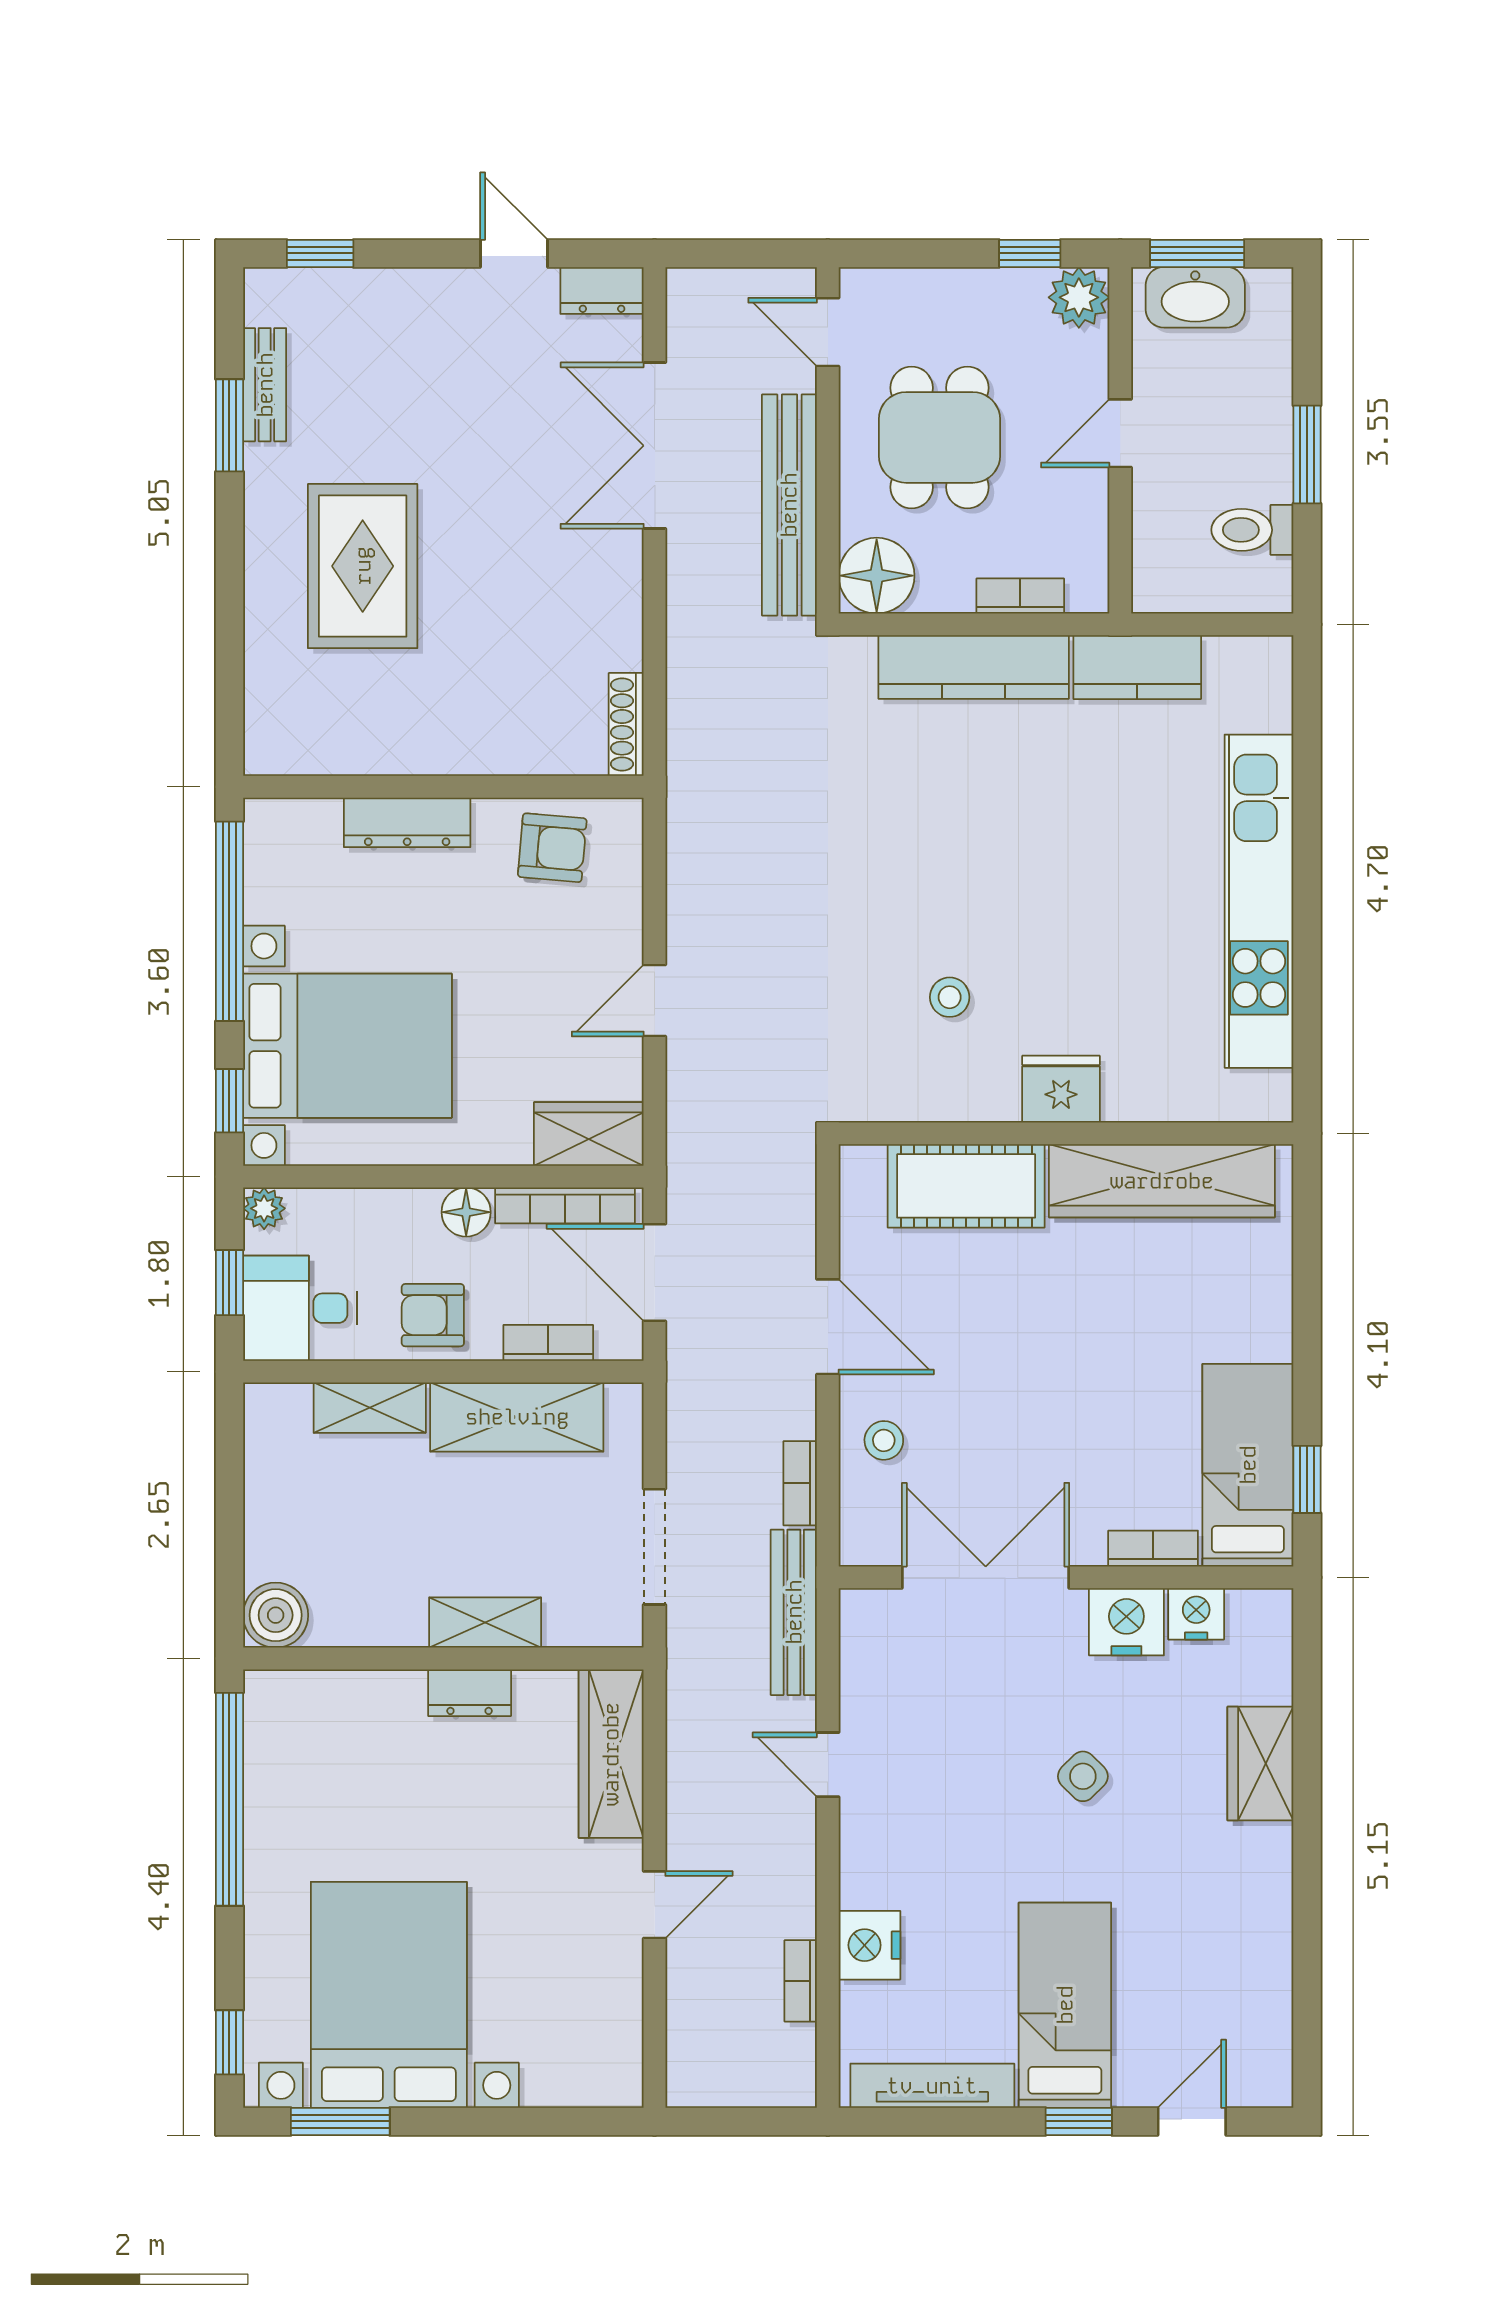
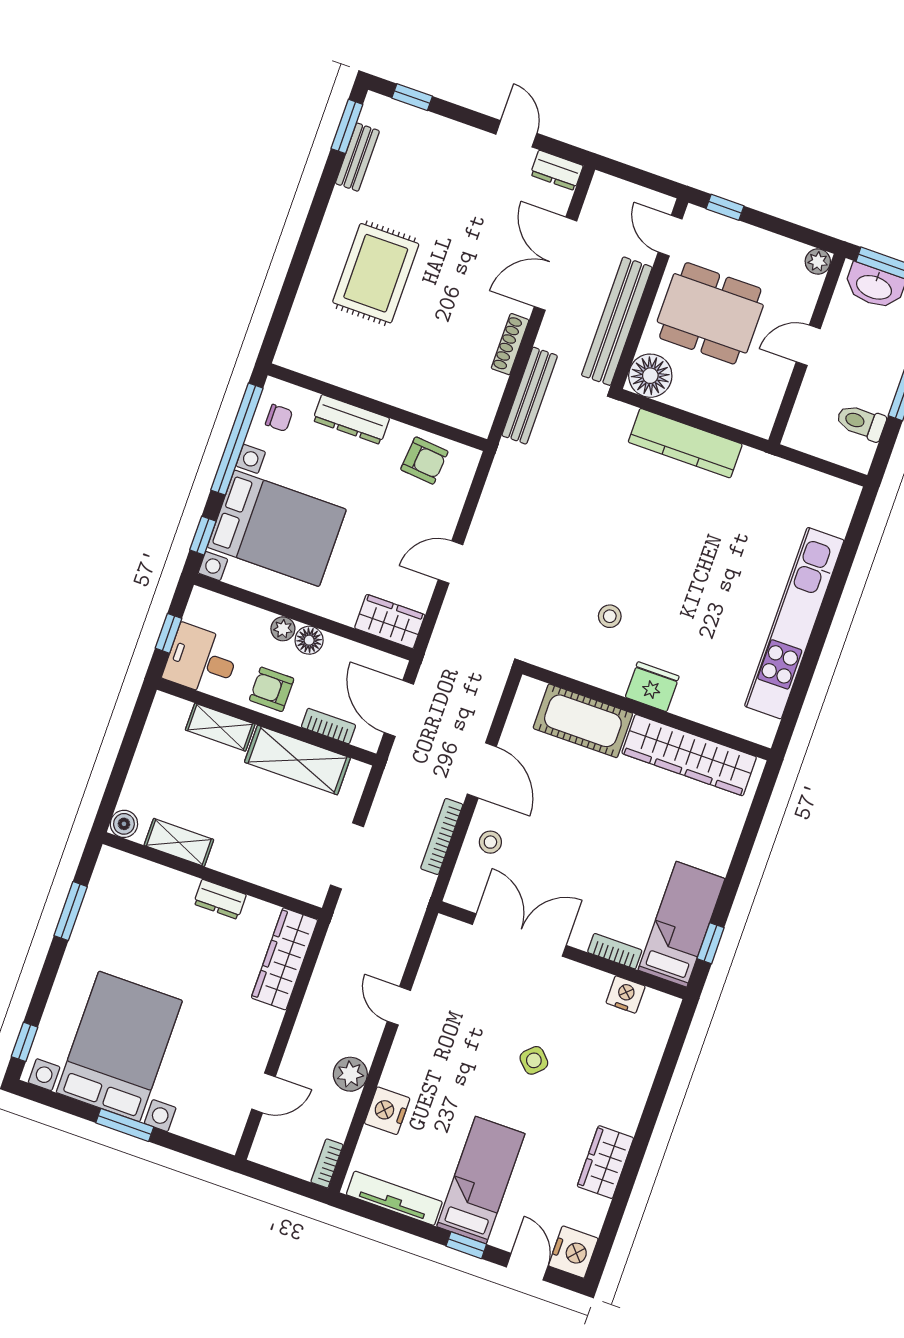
window: (1030, 253) -> (725, 207), moved
plant: (1079, 297) -> (818, 262), width x0.73, depth x0.73
window: (229, 425) -> (347, 126), moved
dining table: (939, 437) -> (710, 313), width x1.38
bookcase: (1020, 596) -> (724, 414), removed
kitchen counter: (1137, 667) -> (773, 474), removed
shoe rack: (626, 724) -> (510, 344), moved
chair: (287, 862) -> (279, 418), added
bookcase: (565, 1205) -> (363, 655), removed
plant: (264, 1208) -> (283, 629), moved
bookcase: (800, 1483) -> (442, 837), width x1.56
bench: (794, 1612) -> (530, 396), moved
boiler: (276, 1615) -> (124, 824), width x0.73, depth x0.73
shelving: (485, 1622) -> (179, 842), moved
nightstand: (1126, 1622) -> (573, 1252), moved, turned 90
wardrobe: (1260, 1764) -> (605, 1162), moved
window: (229, 1799) -> (71, 911), width x0.47
door: (655, 1905) -> (263, 1093), moved
plant: (787, 1906) -> (350, 1074), added
bookcase: (801, 1981) -> (327, 1163), moved
window: (340, 2121) -> (125, 1125), moved
door: (1192, 2121) -> (527, 1267), hinge flipped

